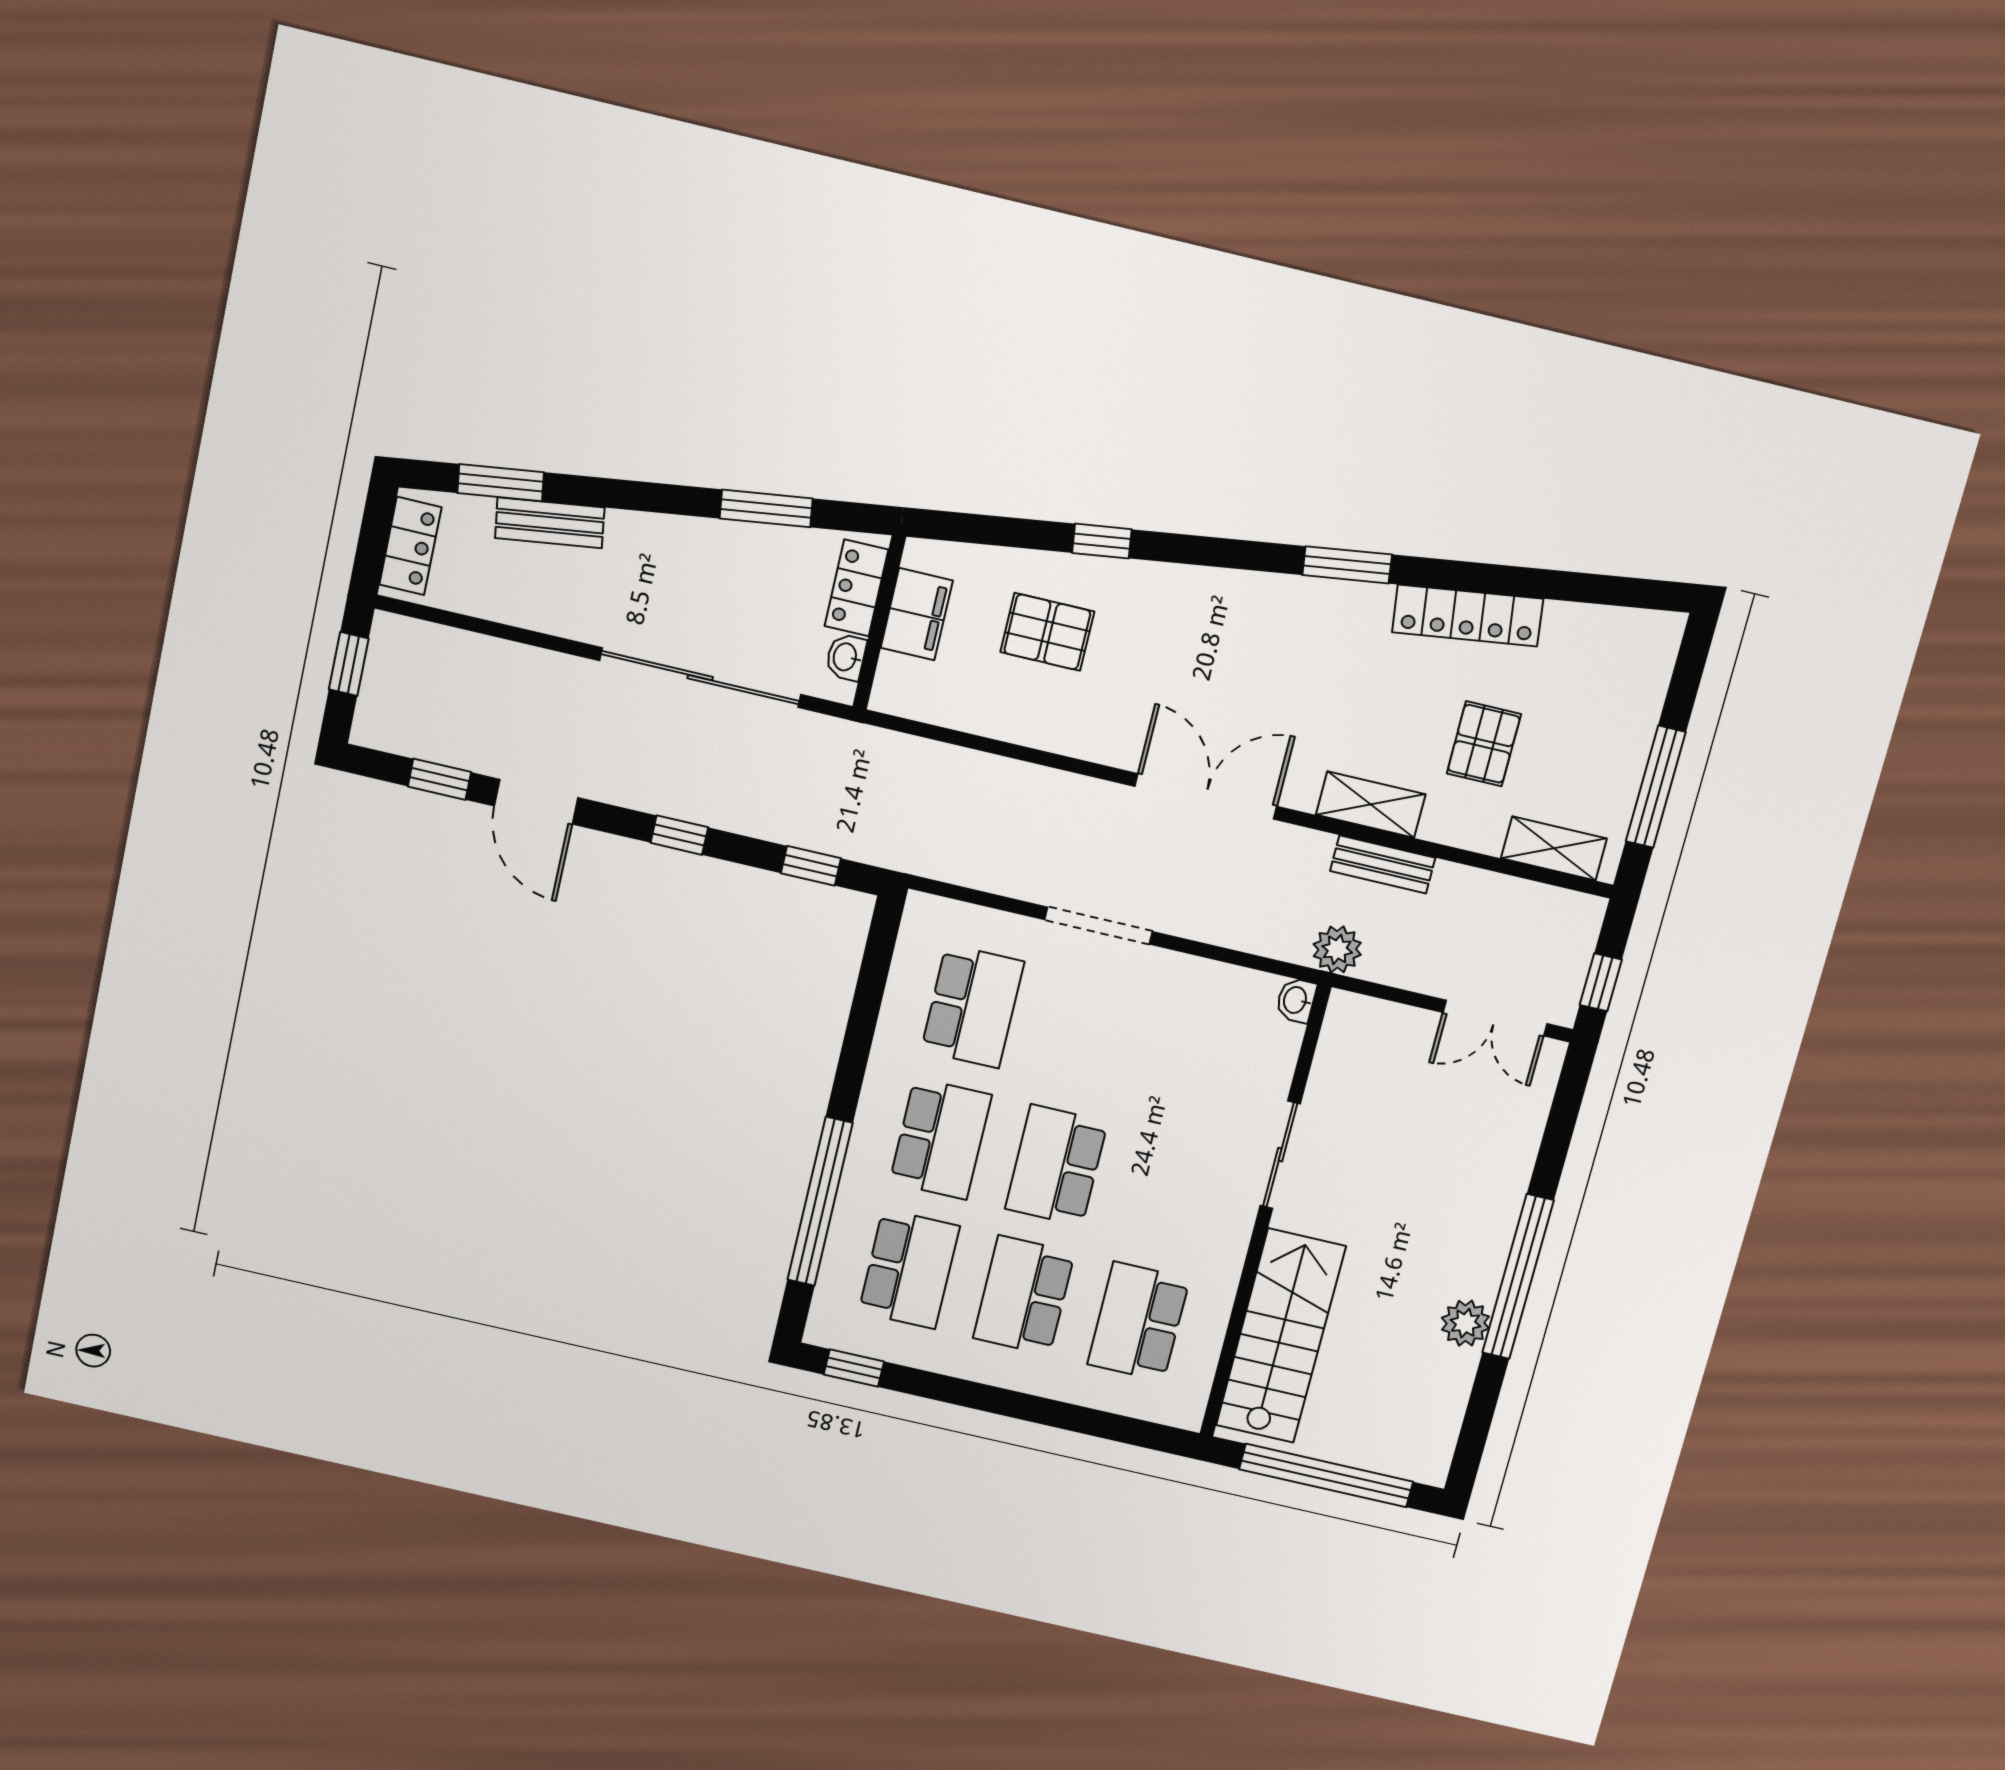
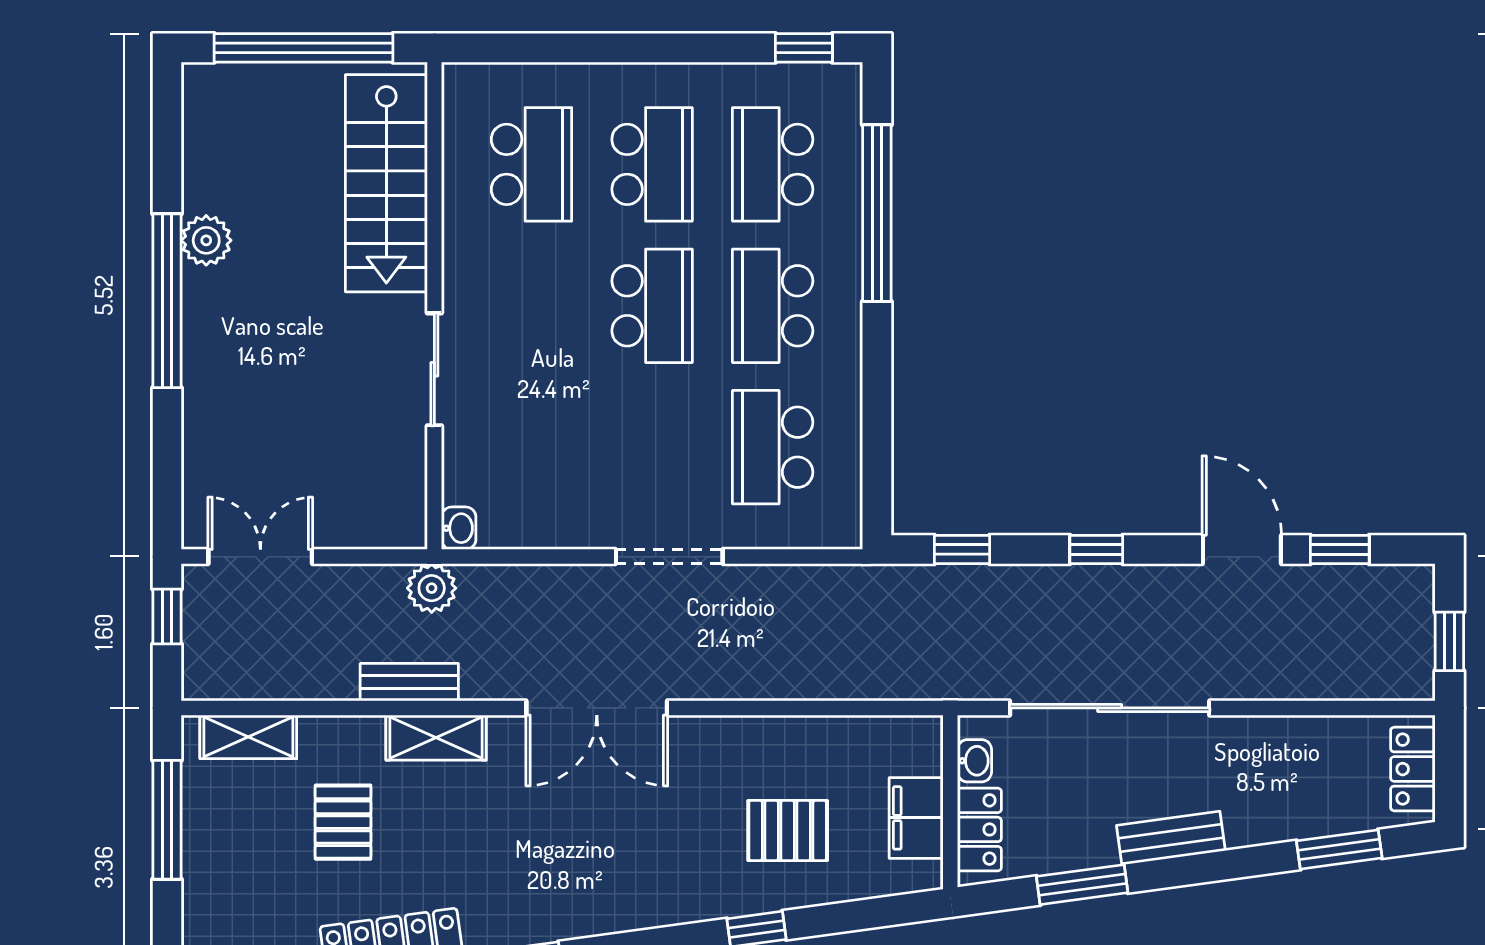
bench: (550, 523) -> (1171, 838), moved

